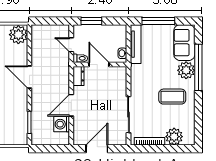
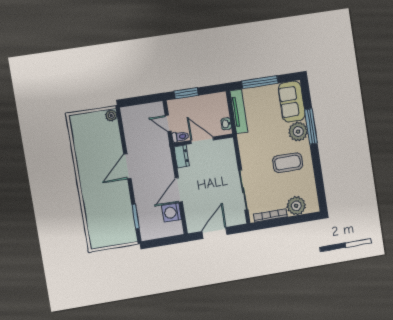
plant: (18, 35) -> (111, 115), width x0.53, depth x0.53
window: (198, 67) -> (311, 126), width x0.68
door: (29, 77) -> (127, 166), hinge flipped

